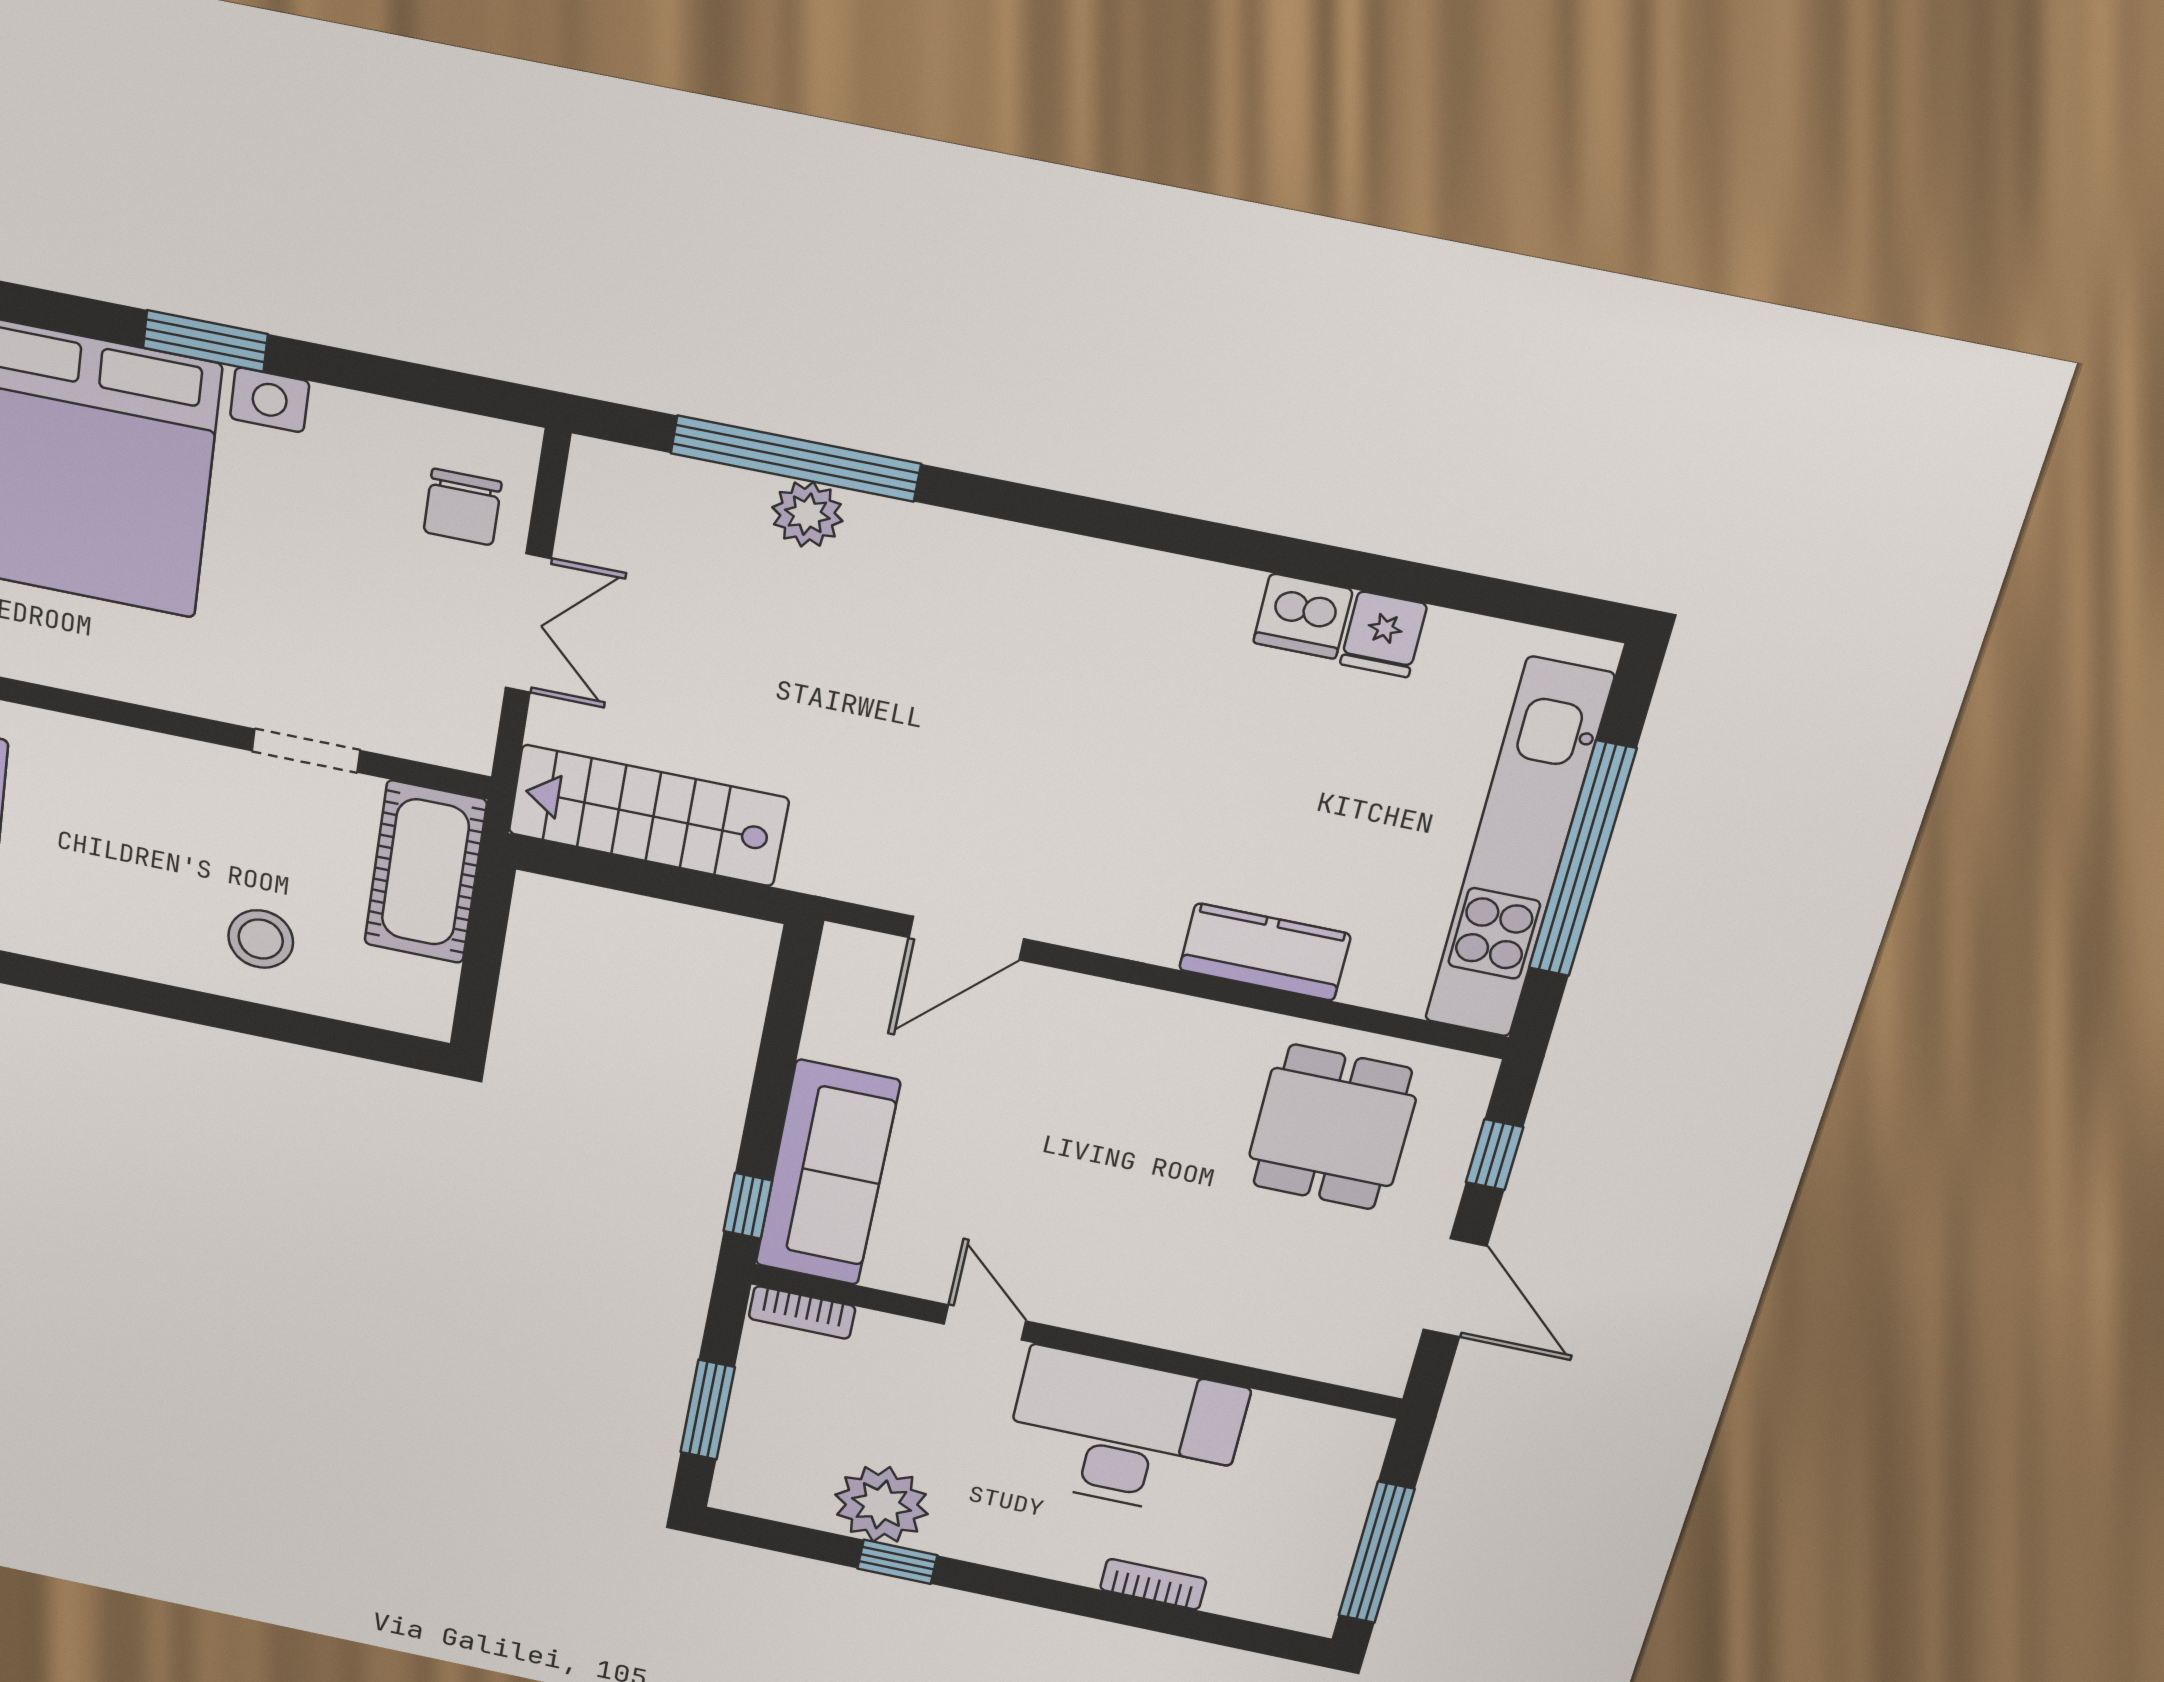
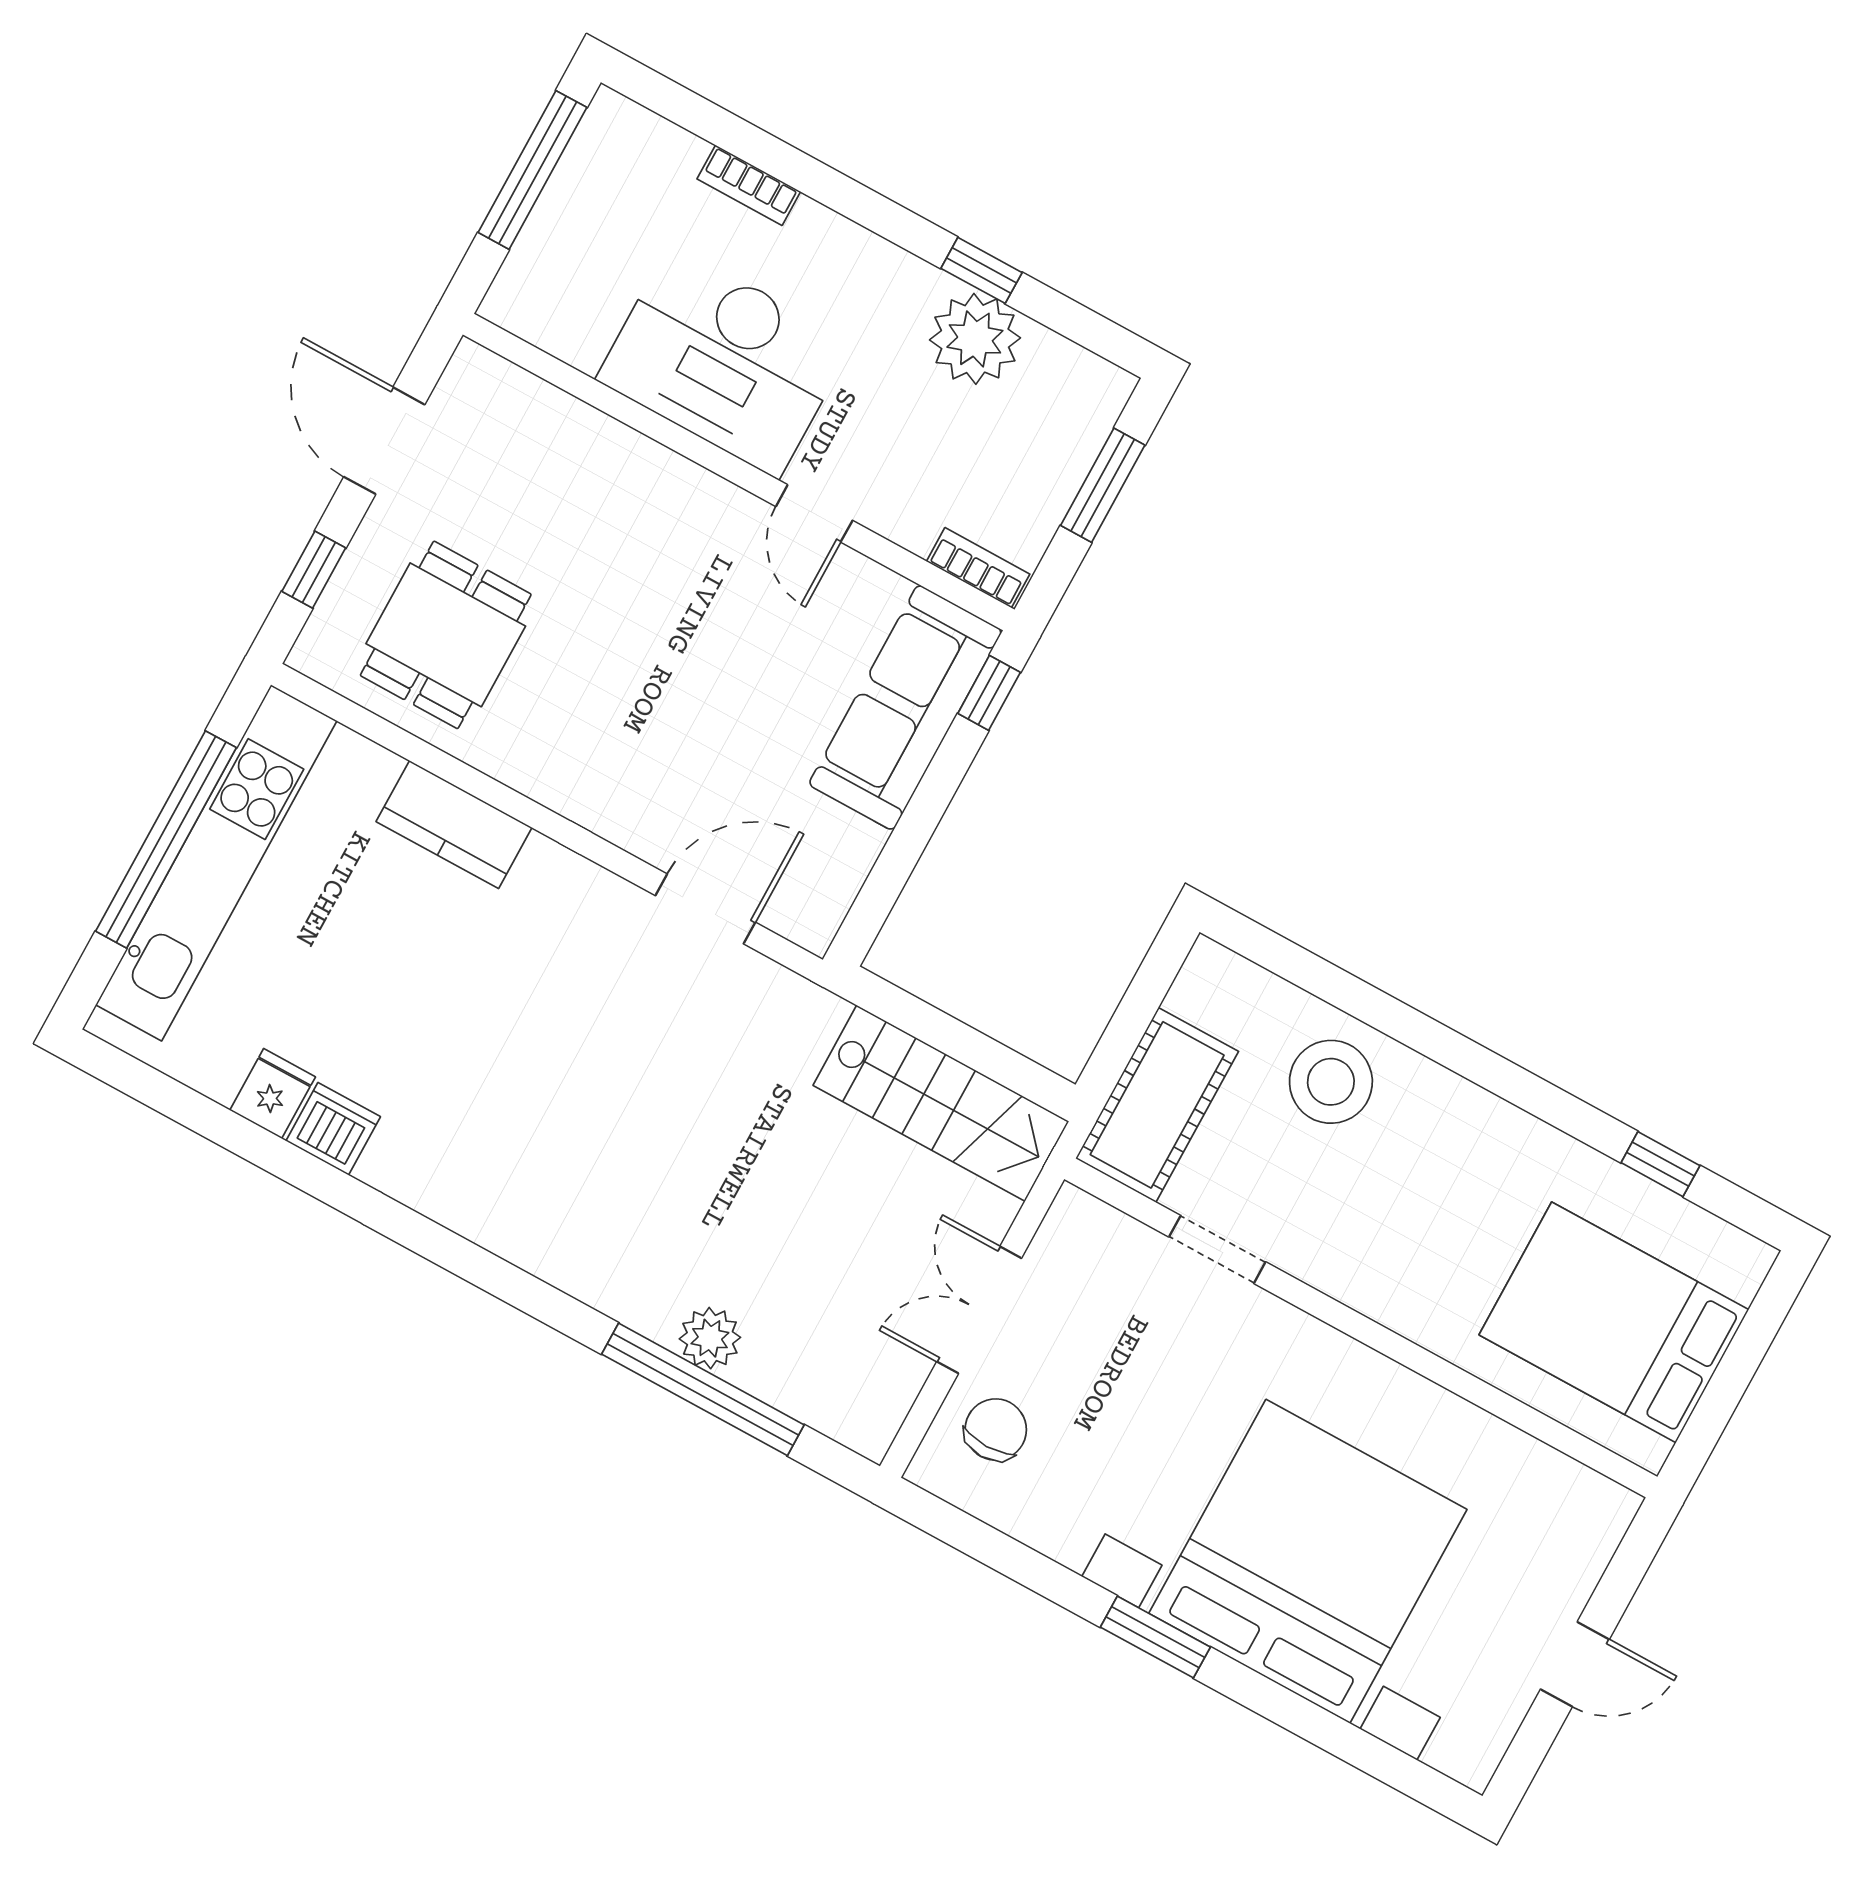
stool: (261, 939) -> (1331, 1082), width x1.38, depth x1.38

